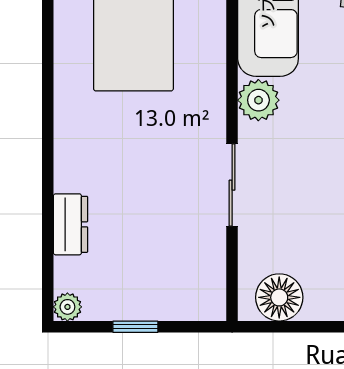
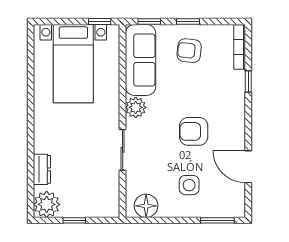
plant: (67, 307) -> (47, 204), width x1.88, depth x1.88

